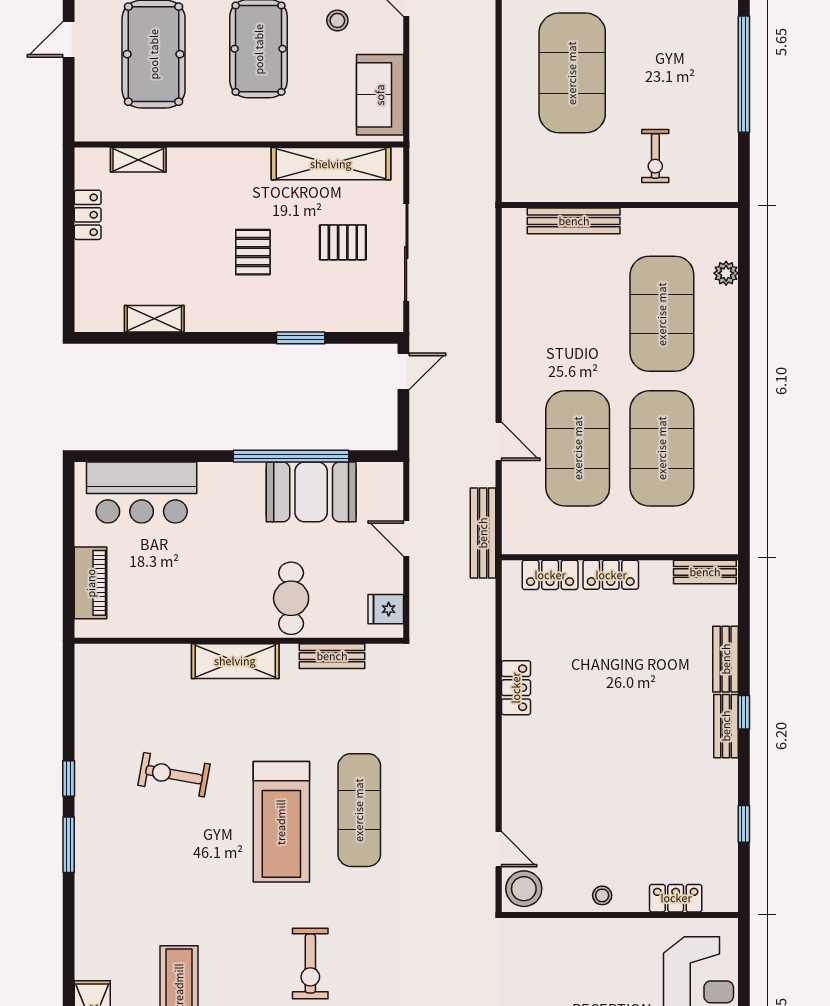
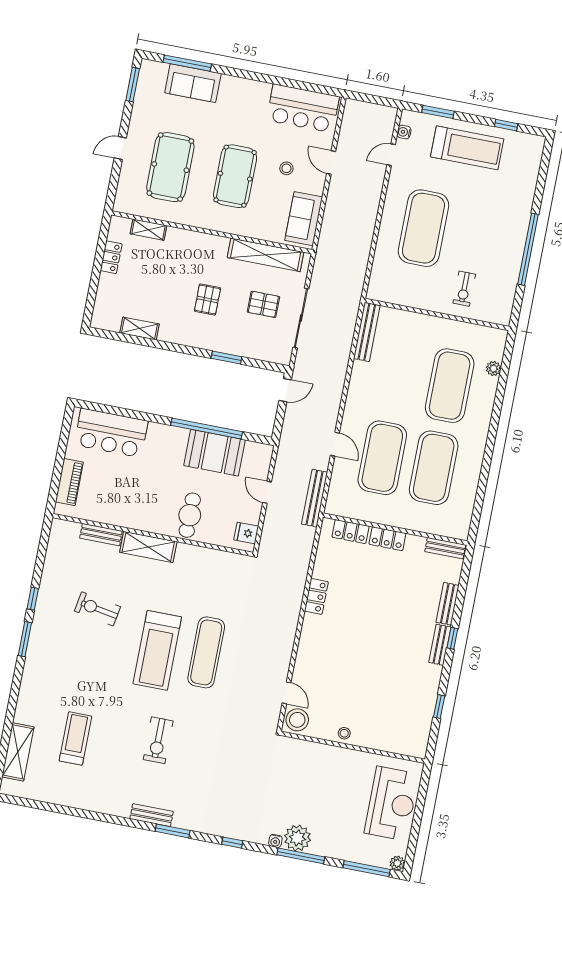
bench: (574, 221) -> (367, 332), moved, turned 90
bench: (332, 656) -> (101, 535), moved
locker: (676, 898) -> (389, 744), removed

